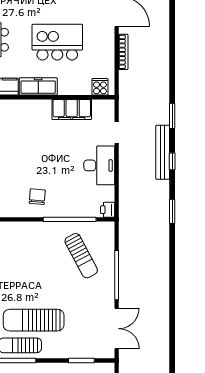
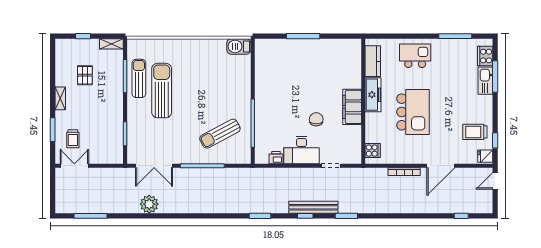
filing cabinet: (72, 110) -> (352, 107), moved
chair: (37, 197) -> (316, 119), moved, turned -95
printer: (108, 210) -> (276, 158), moved
plant: (159, 334) -> (149, 204), added

